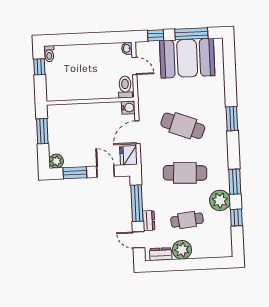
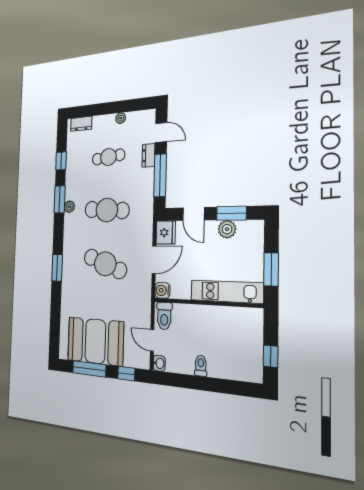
toilet: (49, 54) -> (201, 366), moved
kitchen unit: (75, 111) -> (227, 292), added
plant: (56, 161) -> (227, 229), moved
plant: (220, 200) -> (69, 207), moved, width x0.53, depth x0.53
plant: (182, 250) -> (121, 118), width x0.53, depth x0.53
dresser: (161, 254) -> (81, 124), moved

